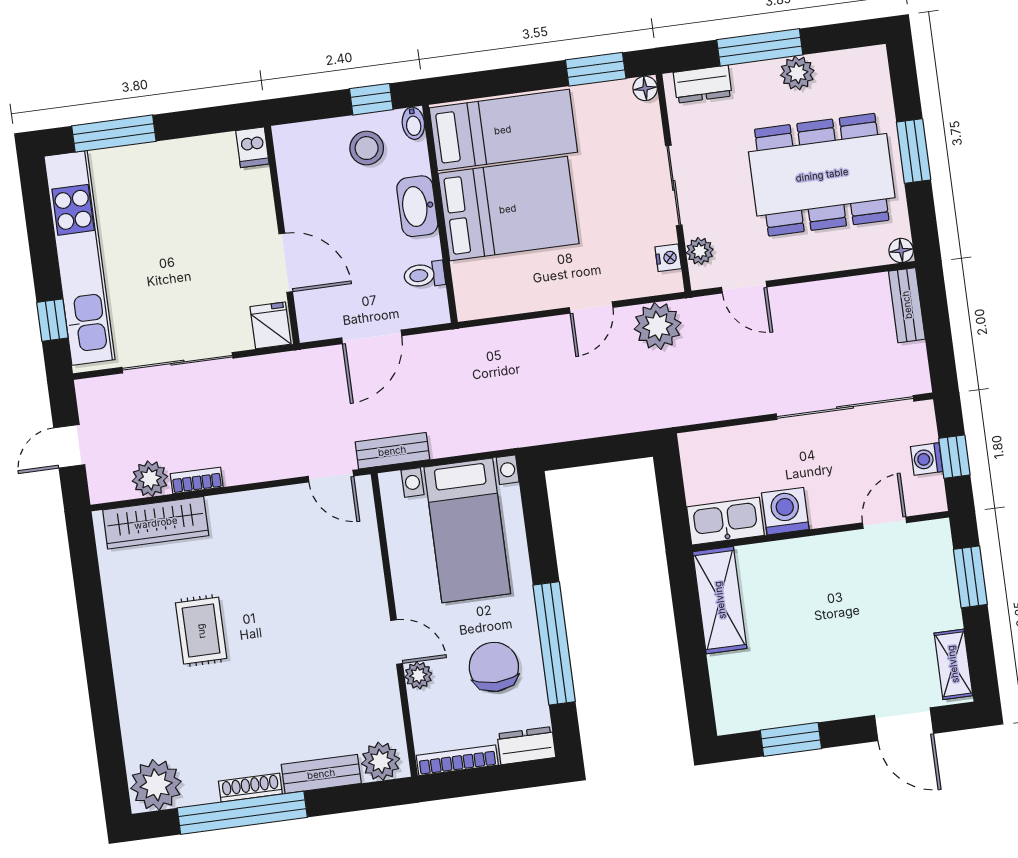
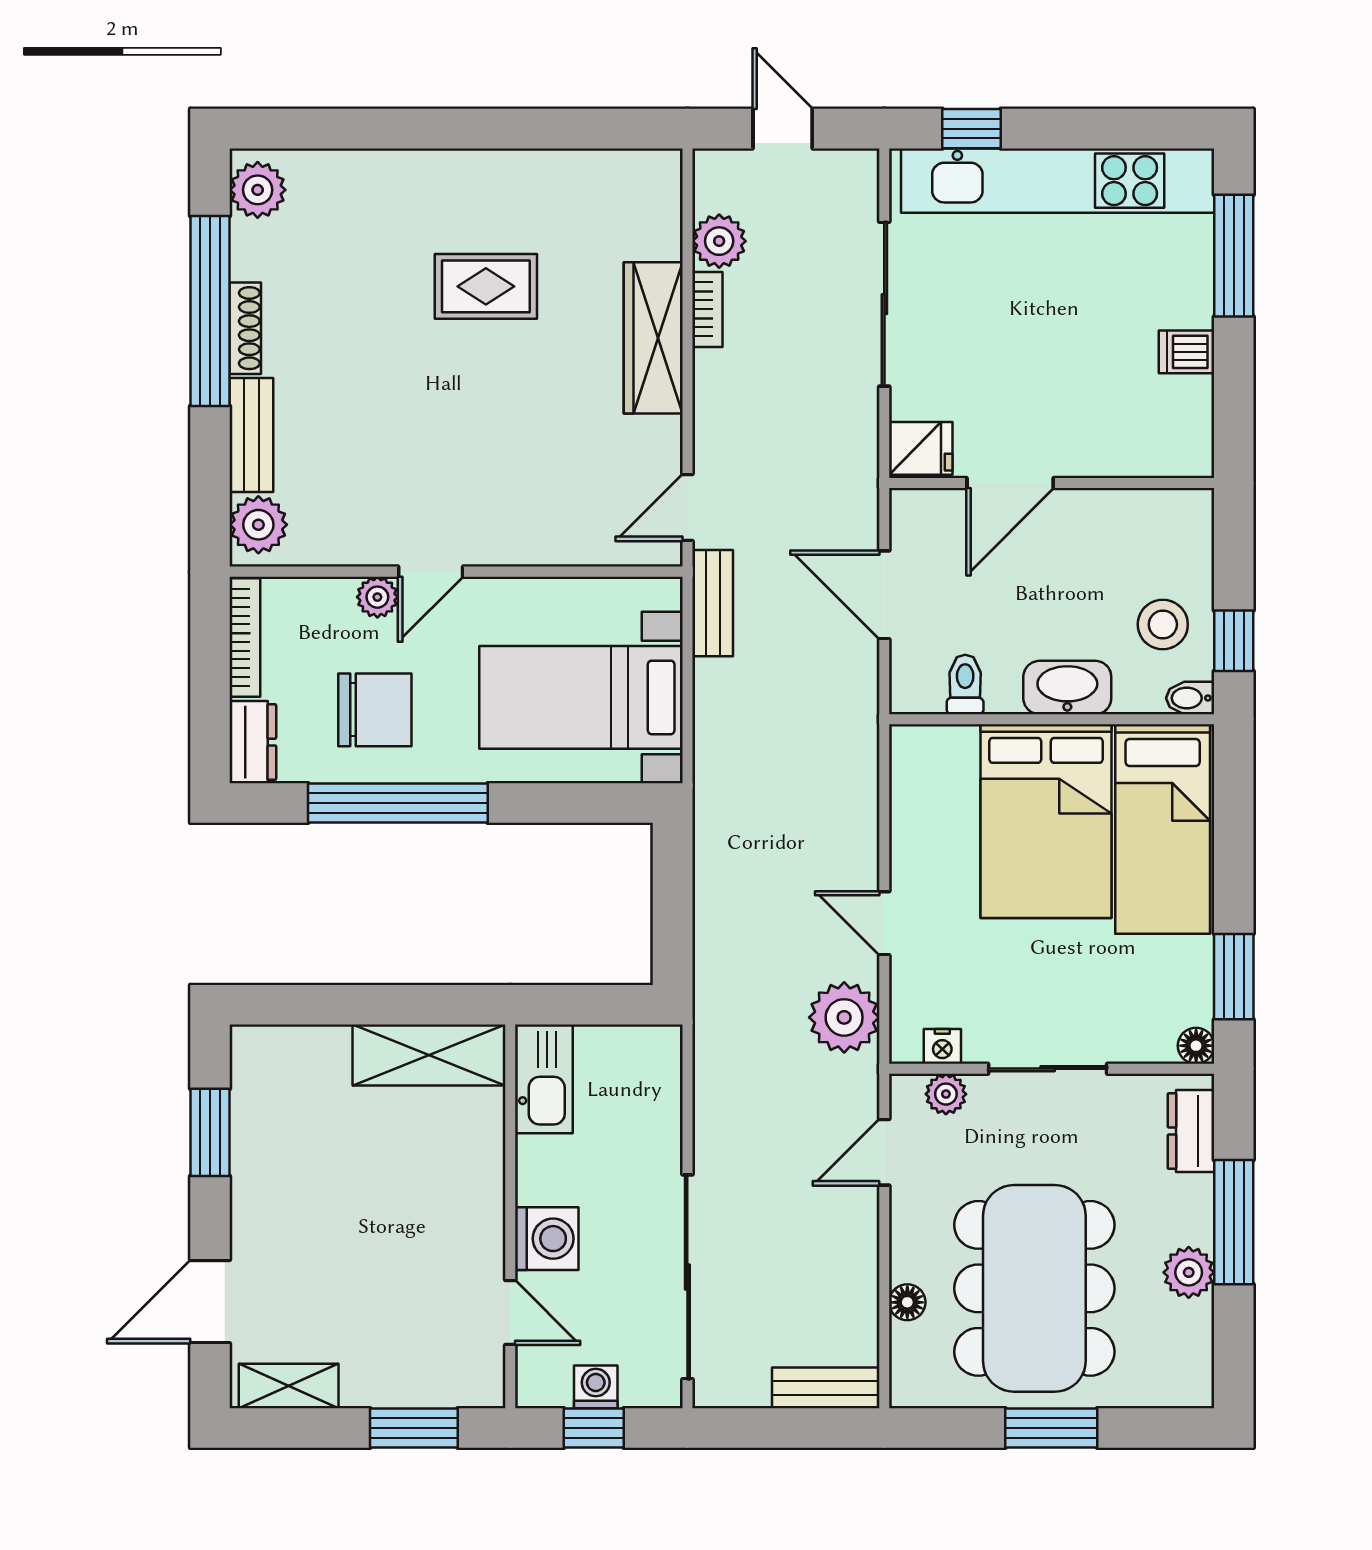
dishwasher: (252, 147) -> (1186, 352), moved
floor lamp: (901, 251) -> (907, 1302), moved
washing machine: (785, 511) -> (547, 1239), moved
wardrobe: (156, 523) -> (653, 338), moved
plant: (156, 785) -> (258, 190), width x0.73, depth x0.73

